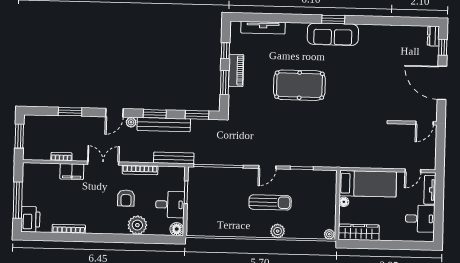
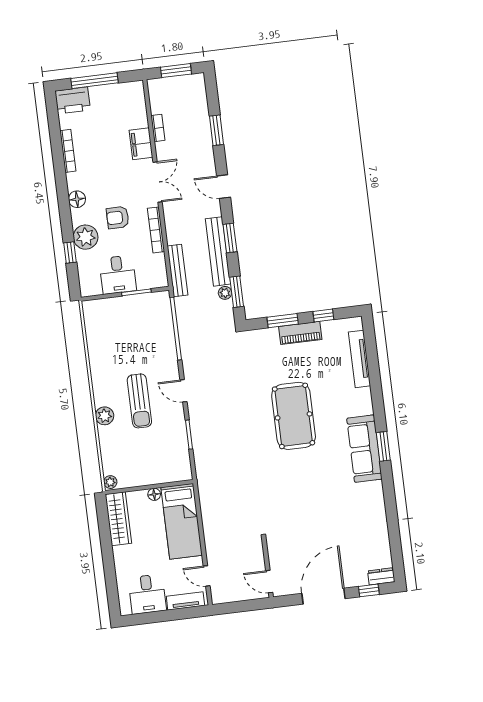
plant: (131, 122) -> (225, 293), moved
floor lamp: (177, 229) -> (77, 199), moved
window: (147, 239) -> (70, 252), added

